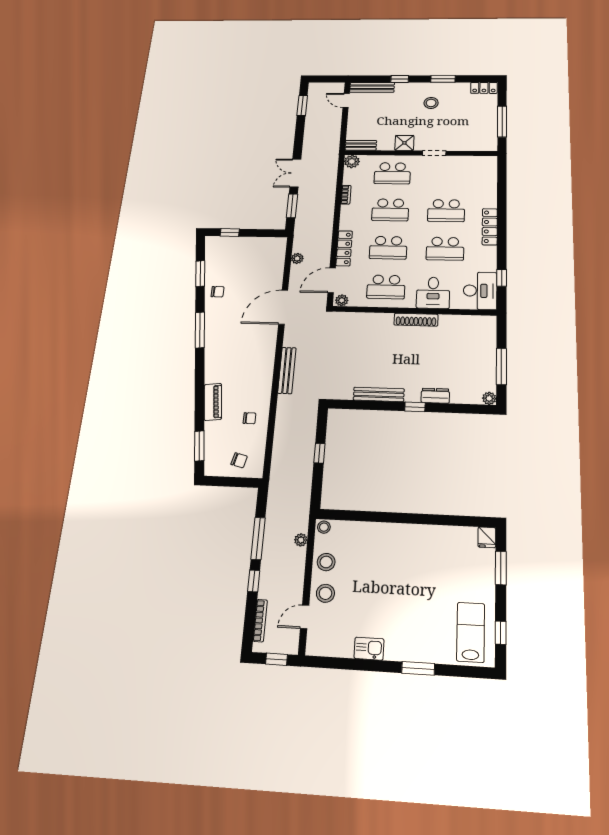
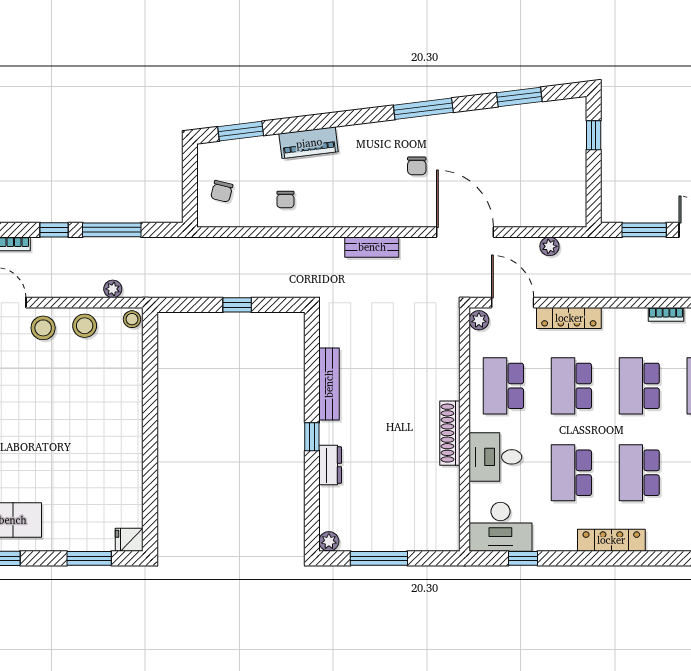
chair: (217, 292) -> (417, 166), moved
bench: (287, 370) -> (372, 247), width x0.73

